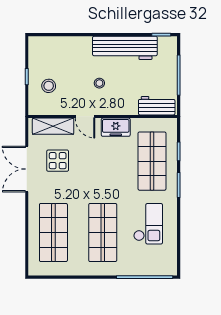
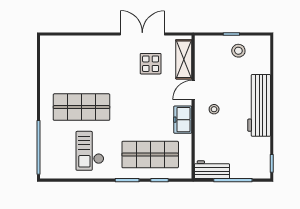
workbench: (125, 48) -> (259, 105), moved
stool: (99, 83) -> (214, 109), moved
stool: (49, 86) -> (238, 51), moved
workbench: (157, 106) -> (212, 170), moved, turned -90
checkout: (148, 224) -> (90, 151), turned 90
shop shelf: (53, 232) -> (81, 60), removed

